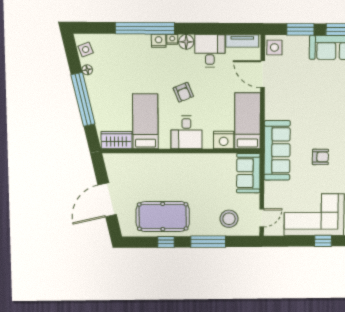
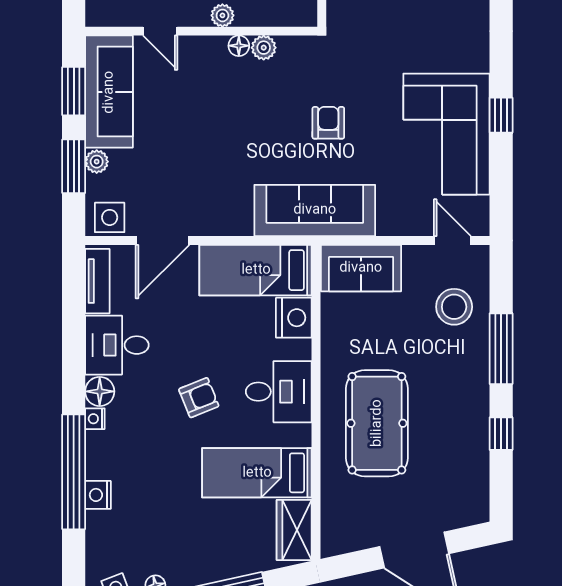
nightstand: (159, 41) -> (98, 495), moved
plant: (303, 41) -> (97, 162), added
pool table: (163, 217) -> (377, 423), moved

